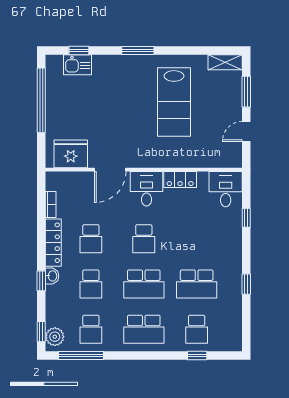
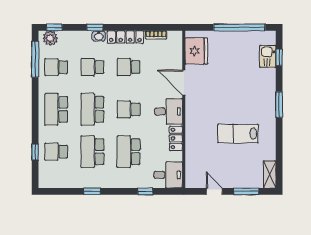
lab bench: (174, 102) -> (238, 134), width x0.73, depth x0.72
school desk: (197, 239) -> (129, 152), added

